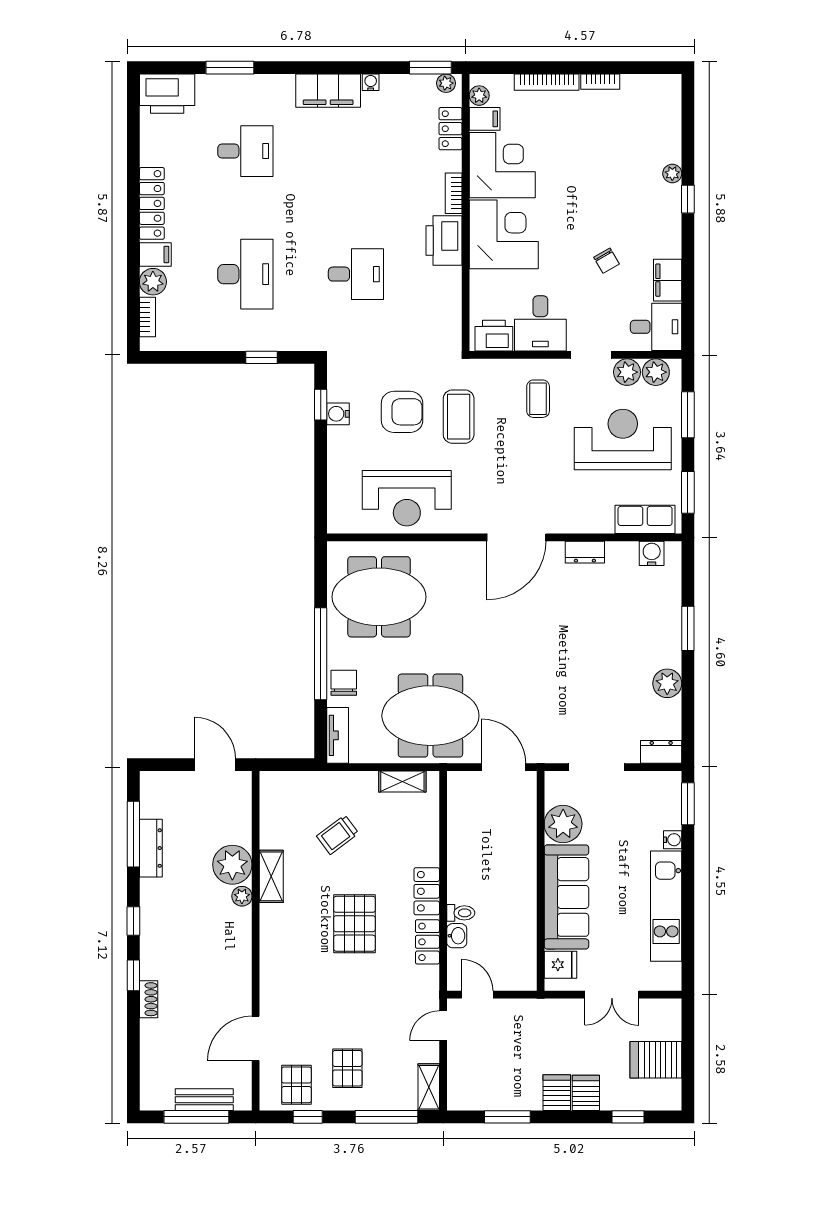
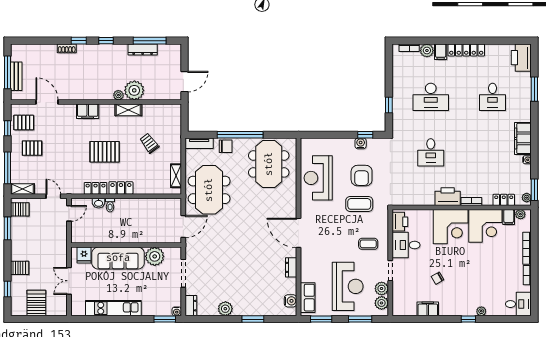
desk: (656, 327) -> (518, 304), moved, turned -90
water cooler: (673, 840) -> (177, 311), moved
filing cabinet: (274, 958) -> (88, 111), added
server rack: (557, 1093) -> (20, 209), moved

